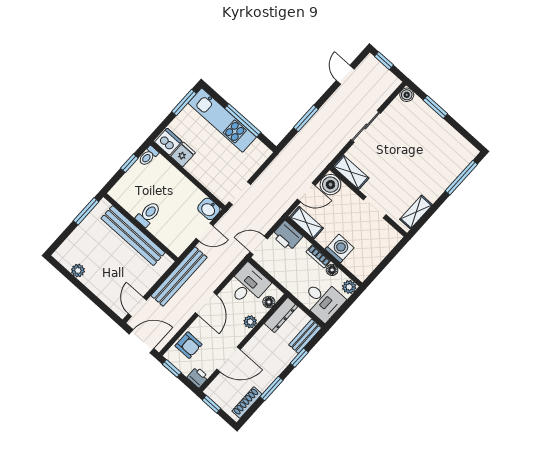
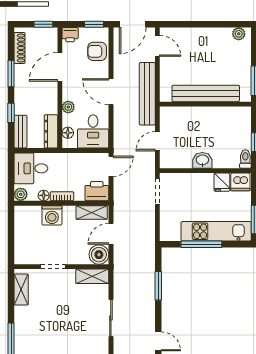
washbasin: (209, 209) -> (202, 160), moved
toilet: (148, 214) -> (209, 118), removed
plant: (78, 271) -> (239, 34), moved

